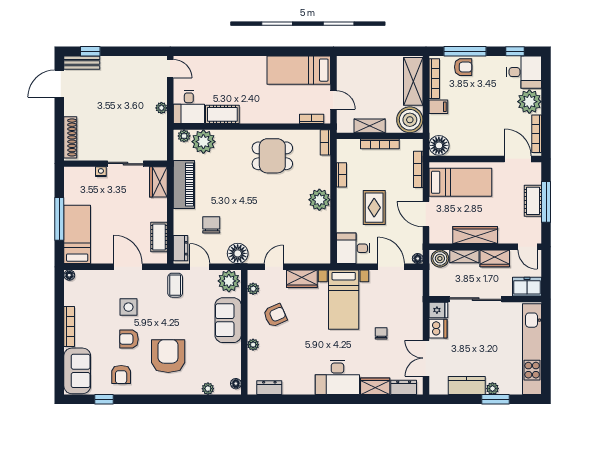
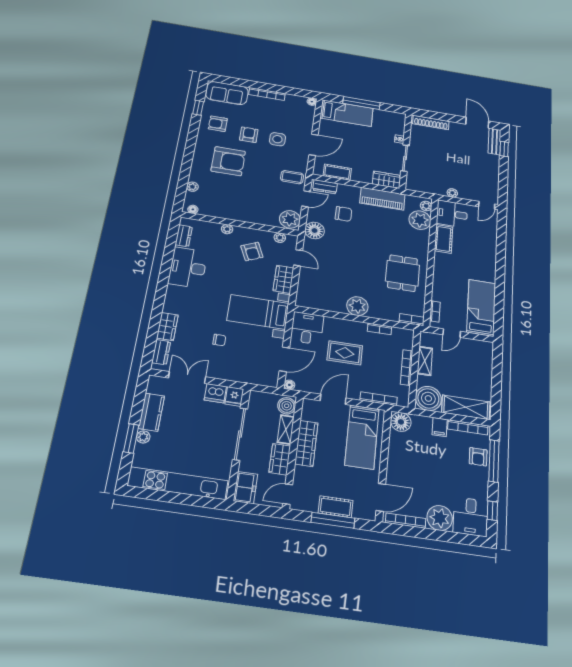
sofa: (228, 320) -> (253, 213), removed
desk: (337, 377) -> (188, 268), moved

